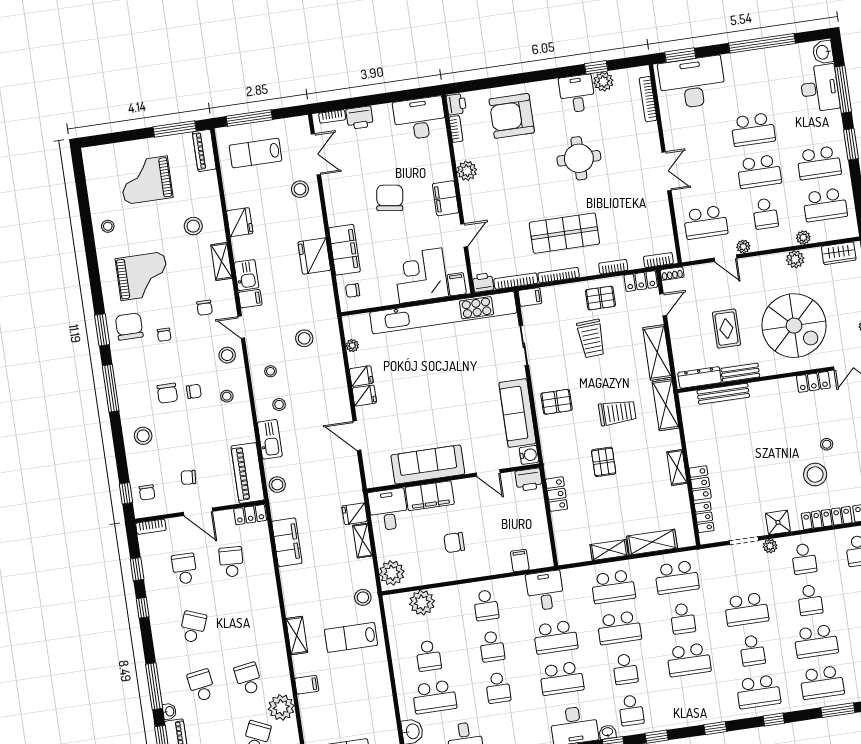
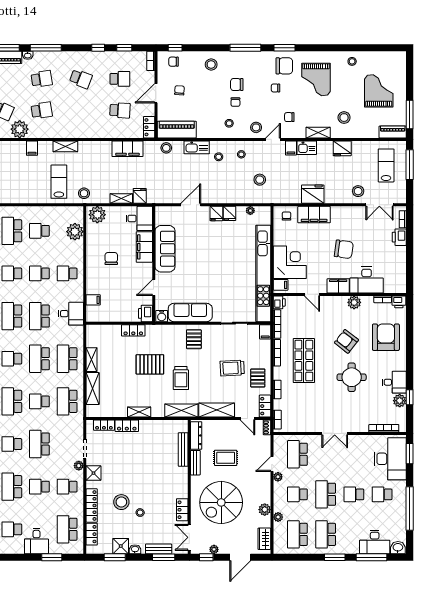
school desk: (747, 87) -> (382, 494), added
desk: (420, 118) -> (367, 280), moved, turned 90
school desk: (753, 129) -> (354, 494), width x0.54
armchair: (526, 174) -> (346, 341), added
pallet: (604, 462) -> (150, 364), width x1.50, depth x1.42

